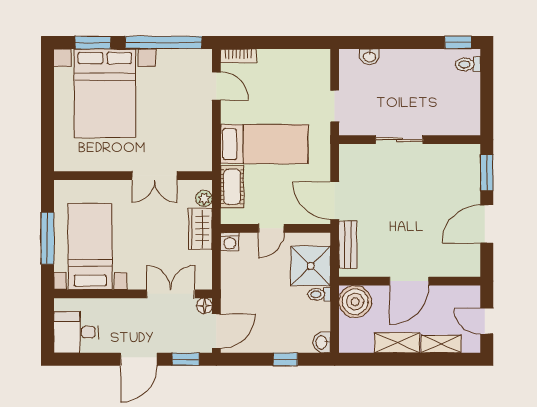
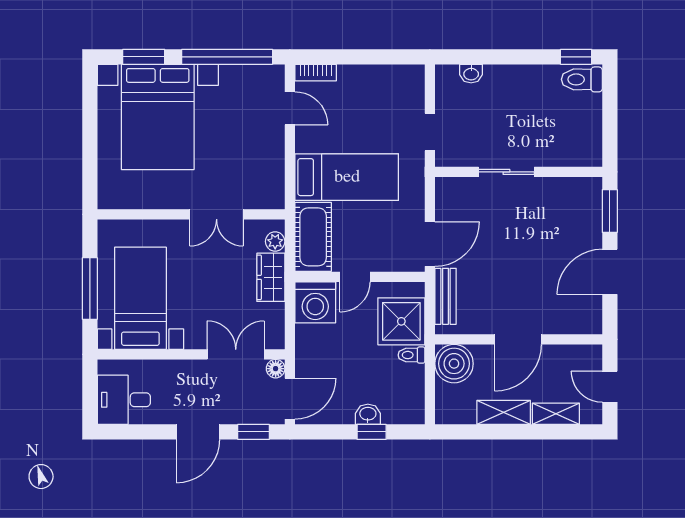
toilet: (468, 64) -> (582, 79), width x1.37, depth x1.39
cot: (232, 187) -> (313, 237), width x1.37, depth x1.34
door: (335, 201) -> (430, 244), swing flipped
washing machine: (230, 242) -> (315, 302), width x1.89, depth x1.89
washbasin: (322, 342) -> (368, 414), moved, turned 90

